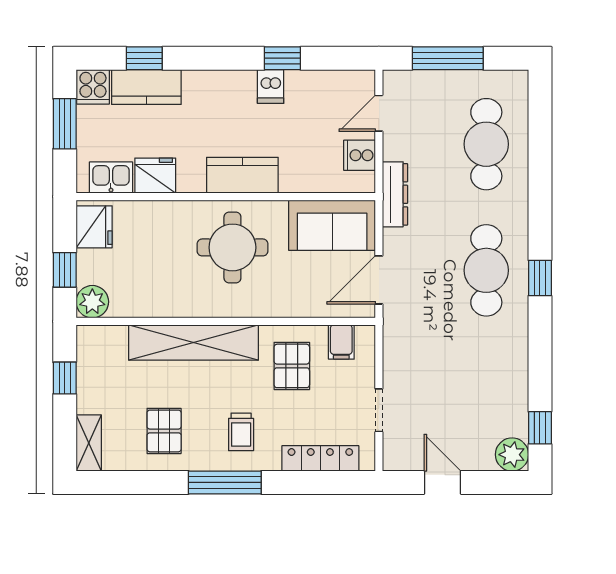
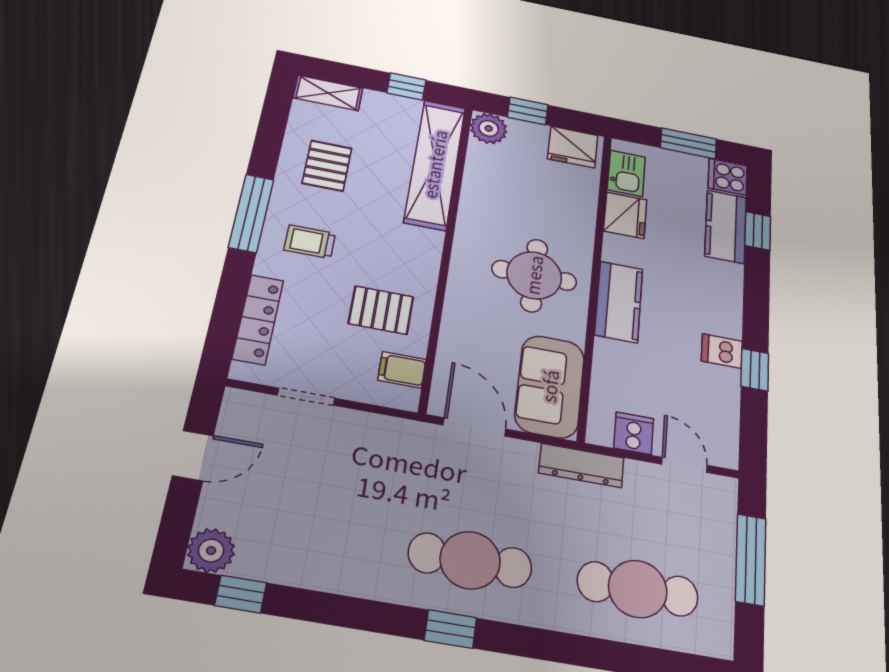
shelving: (194, 343) -> (435, 164), moved
pallet: (164, 431) -> (327, 166), turned 90

